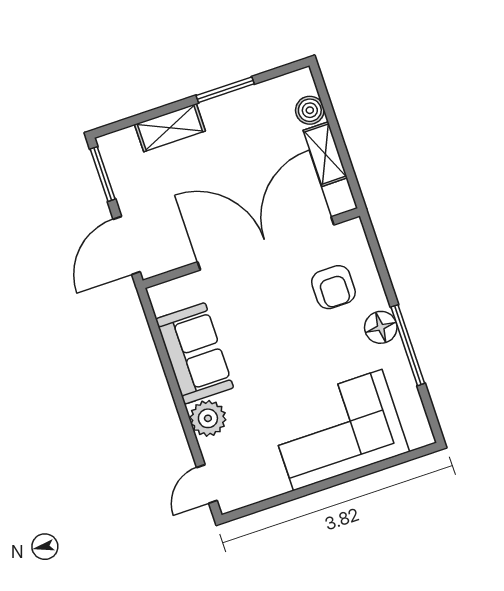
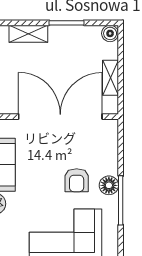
boiler: (310, 110) -> (110, 33), moved
armchair: (333, 287) -> (77, 180), moved

